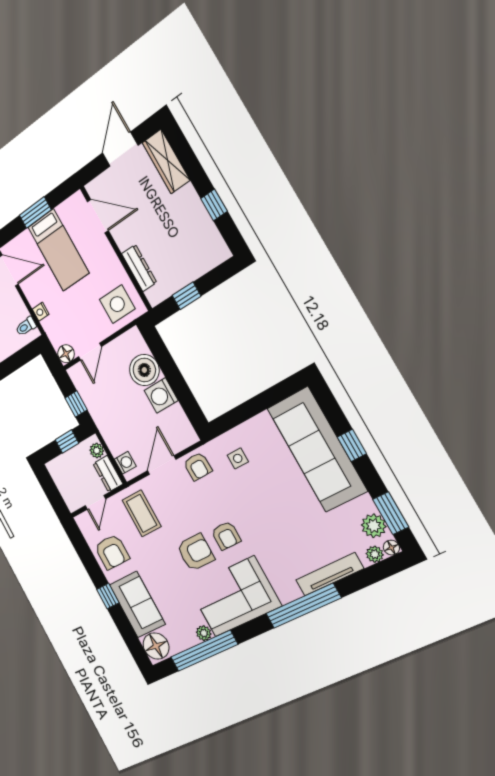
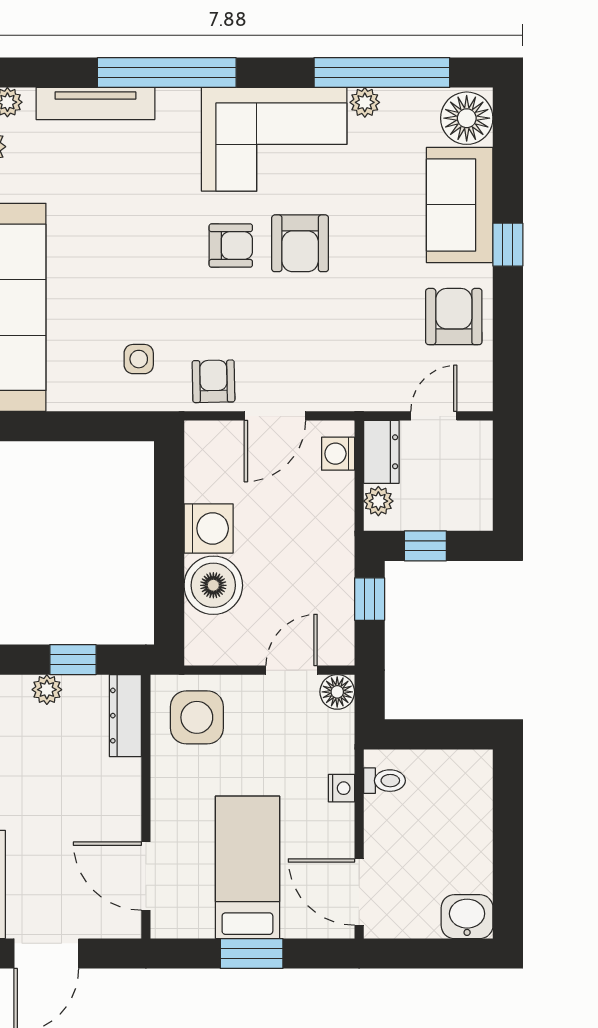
dresser: (139, 268) -> (125, 716), moved
plant: (190, 274) -> (47, 690), added
coffee table: (142, 513) -> (359, 355), removed
armchair: (226, 536) -> (231, 246), turned 90
armchair: (196, 552) -> (300, 243), turned -90

